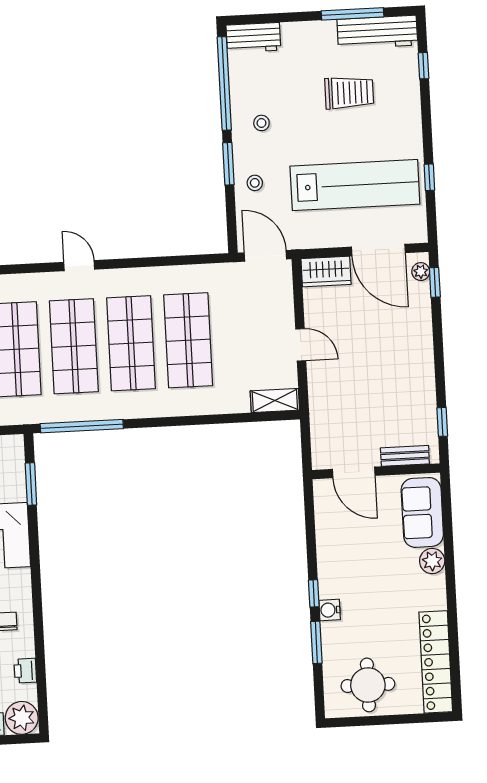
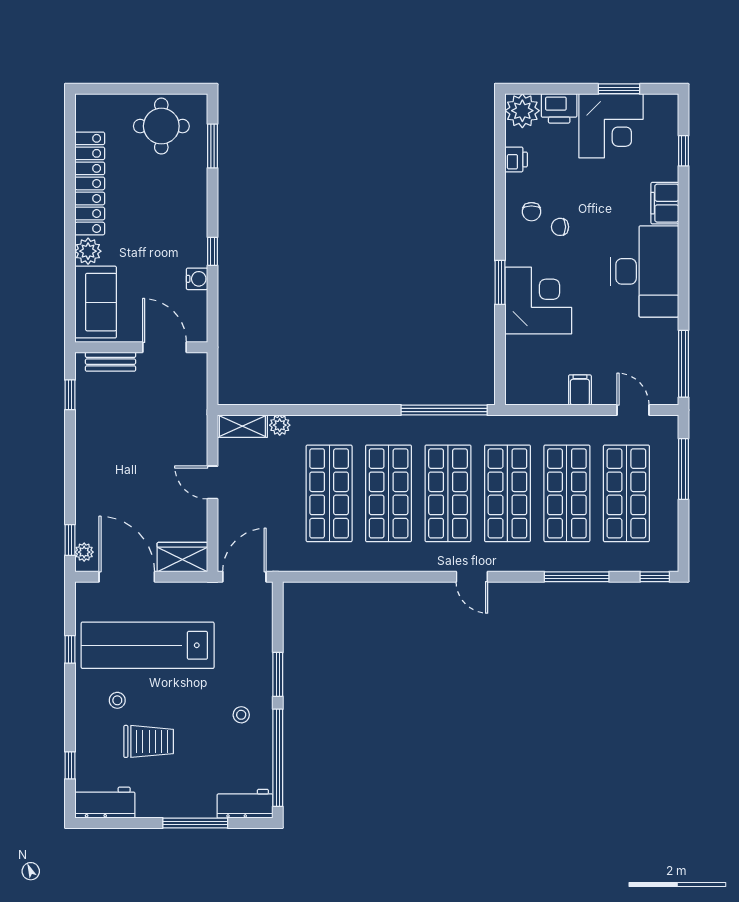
window: (353, 14) -> (195, 823), moved
workbench: (377, 32) -> (105, 803), width x0.73
trolley: (349, 93) -> (149, 741), turned 180
stool: (255, 183) -> (117, 700), moved
door: (265, 256) -> (244, 577), swing flipped
door: (79, 266) -> (472, 577), moved
plant: (239, 403) -> (280, 425), added
window: (31, 484) -> (500, 282), moved
window: (314, 593) -> (213, 251), moved
water cooler: (330, 610) -> (197, 279), moved
window: (316, 642) -> (213, 146), moved
locker: (436, 662) -> (90, 183), moved

